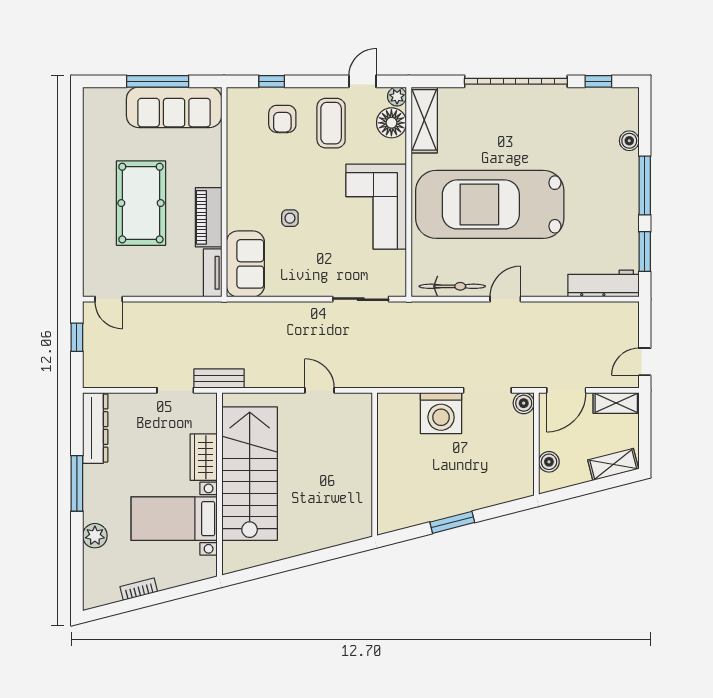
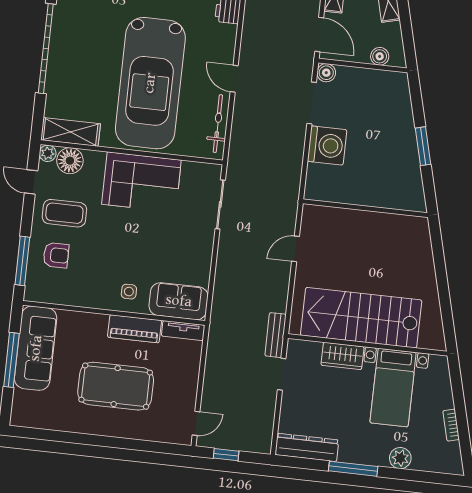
window: (272, 81) -> (22, 261), width x2.17
side table: (290, 218) -> (129, 292), moved

